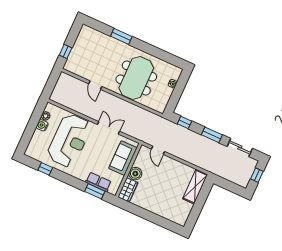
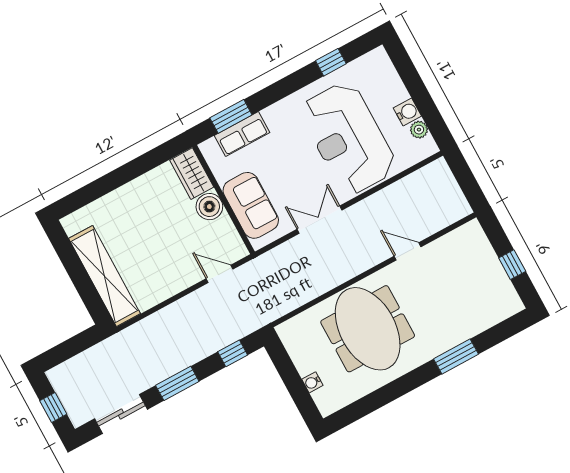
window: (66, 51) -> (512, 265), moved
double door: (109, 128) -> (319, 220), swing flipped
shelving: (195, 187) -> (104, 276), width x1.47

